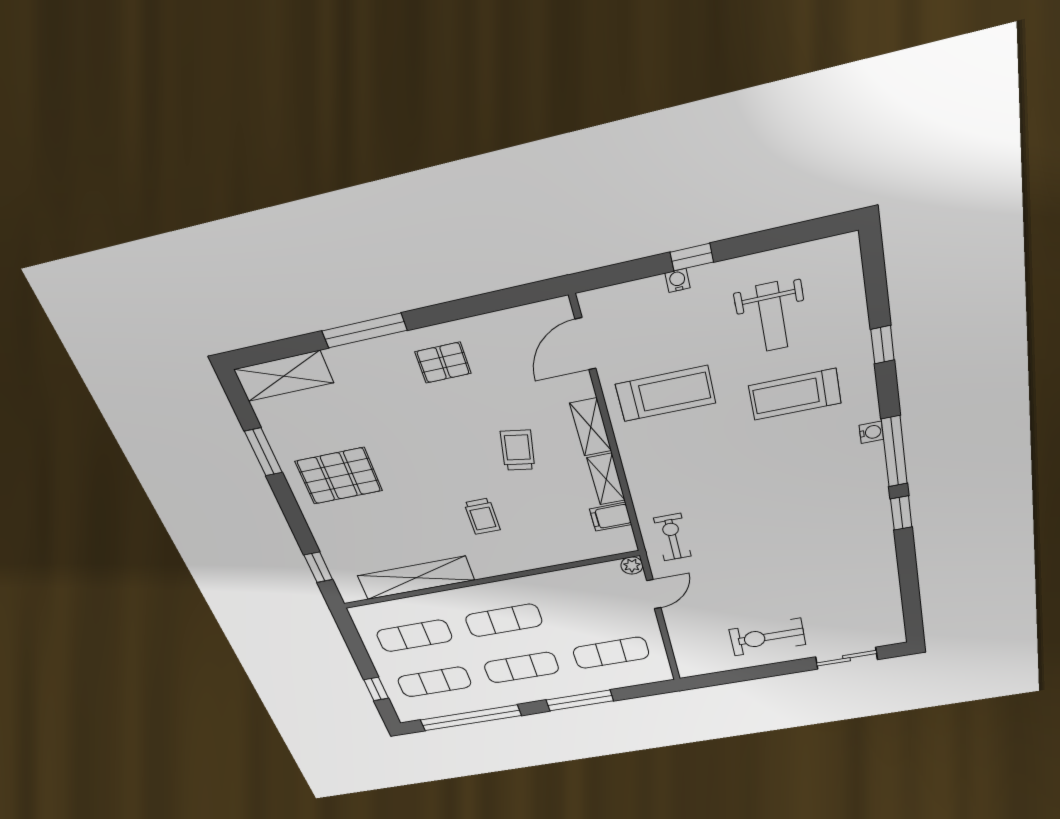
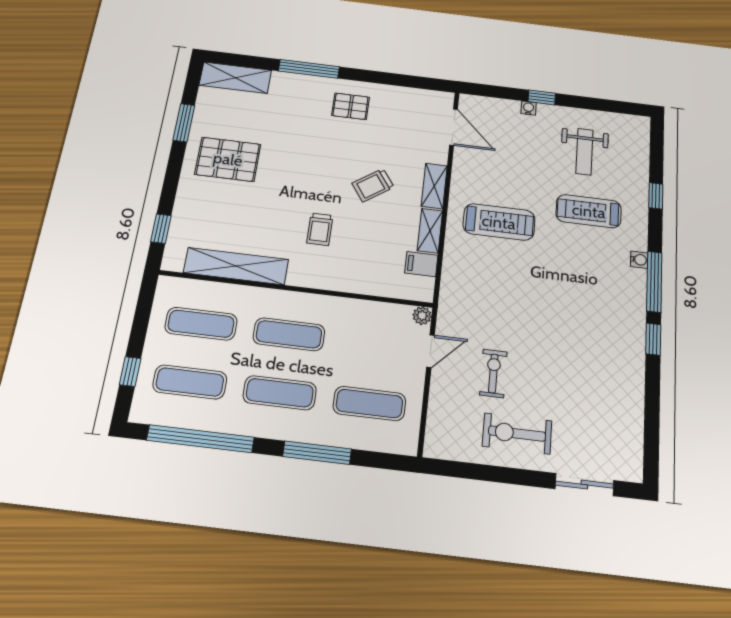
door: (585, 344) -> (454, 127), swing flipped
treadmill: (666, 394) -> (499, 222), moved
trolley: (518, 450) -> (373, 185), turned -135
exercise bike: (673, 537) -> (493, 373), moved

